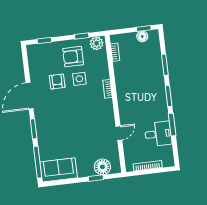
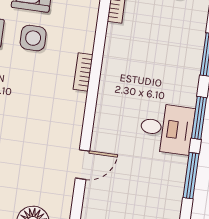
desk: (158, 134) -> (167, 129), moved

